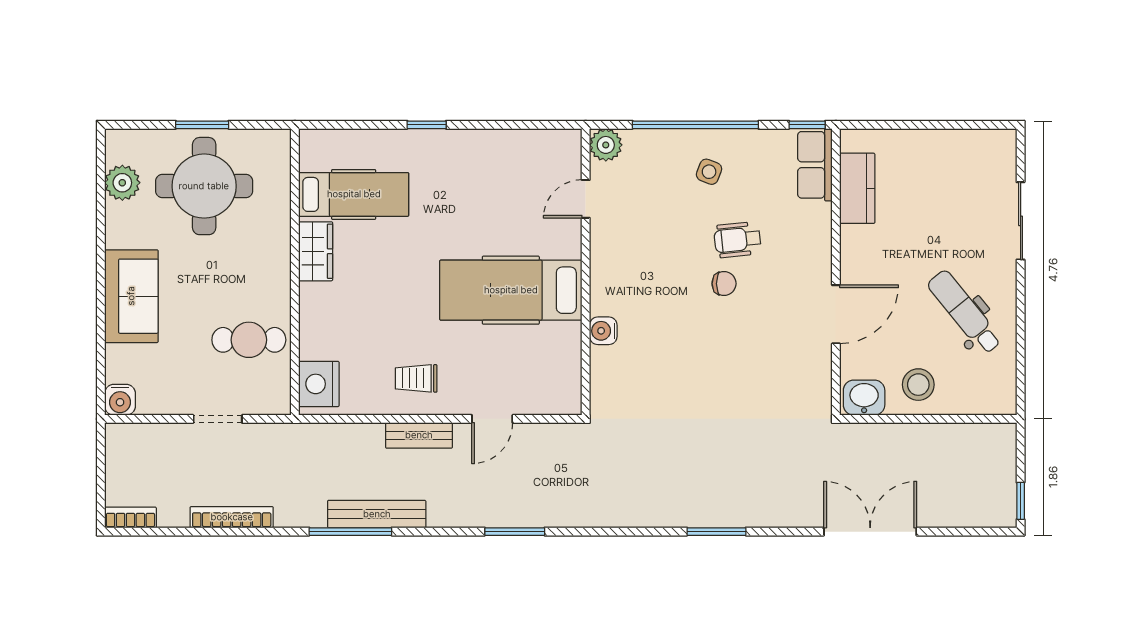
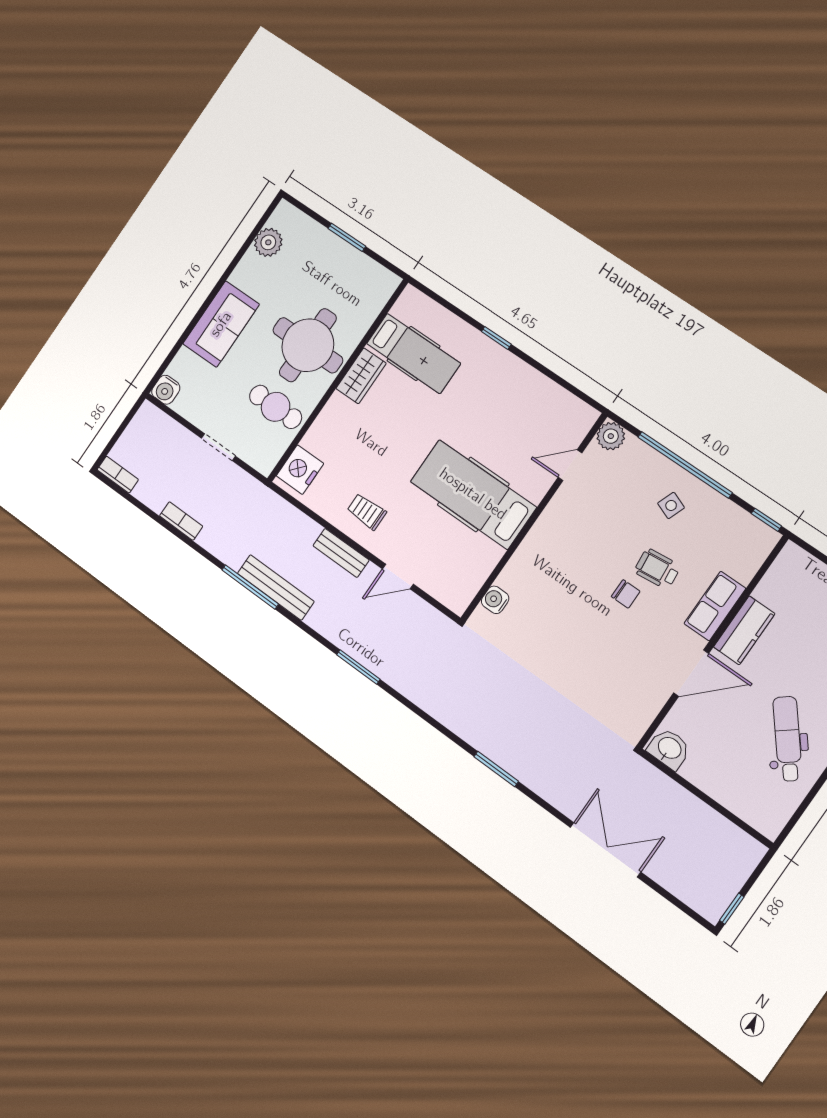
row of seats: (815, 165) -> (715, 606), moved
round table: (204, 186) -> (308, 345), moved
kitchen counter: (857, 188) -> (744, 630), moved
water cooler: (603, 331) -> (495, 600), moved
stool: (918, 385) -> (716, 768), removed
bookcase: (232, 517) -> (181, 521), width x0.64

